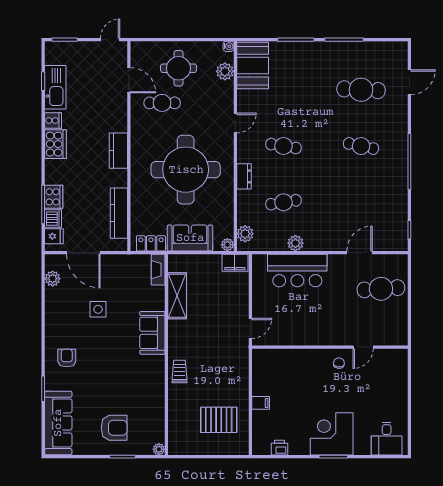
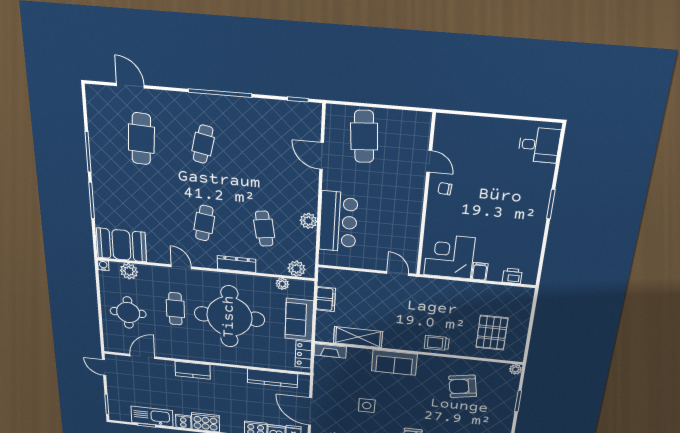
cafe table: (162, 103) -> (175, 309), moved
kitchen counter: (118, 151) -> (193, 370), moved
dresser: (244, 176) -> (236, 264), width x1.44
plant: (227, 245) -> (282, 284), moved
door: (83, 253) -> (310, 412), swing flipped
filing cabinet: (235, 263) -> (326, 299), moved
pallet: (219, 420) -> (492, 333), moved
armchair: (114, 428) -> (463, 386), moved, turned -100
corner desk: (332, 434) -> (449, 256), moved, turned 90
printer: (279, 448) -> (512, 276), moved, turned 90

